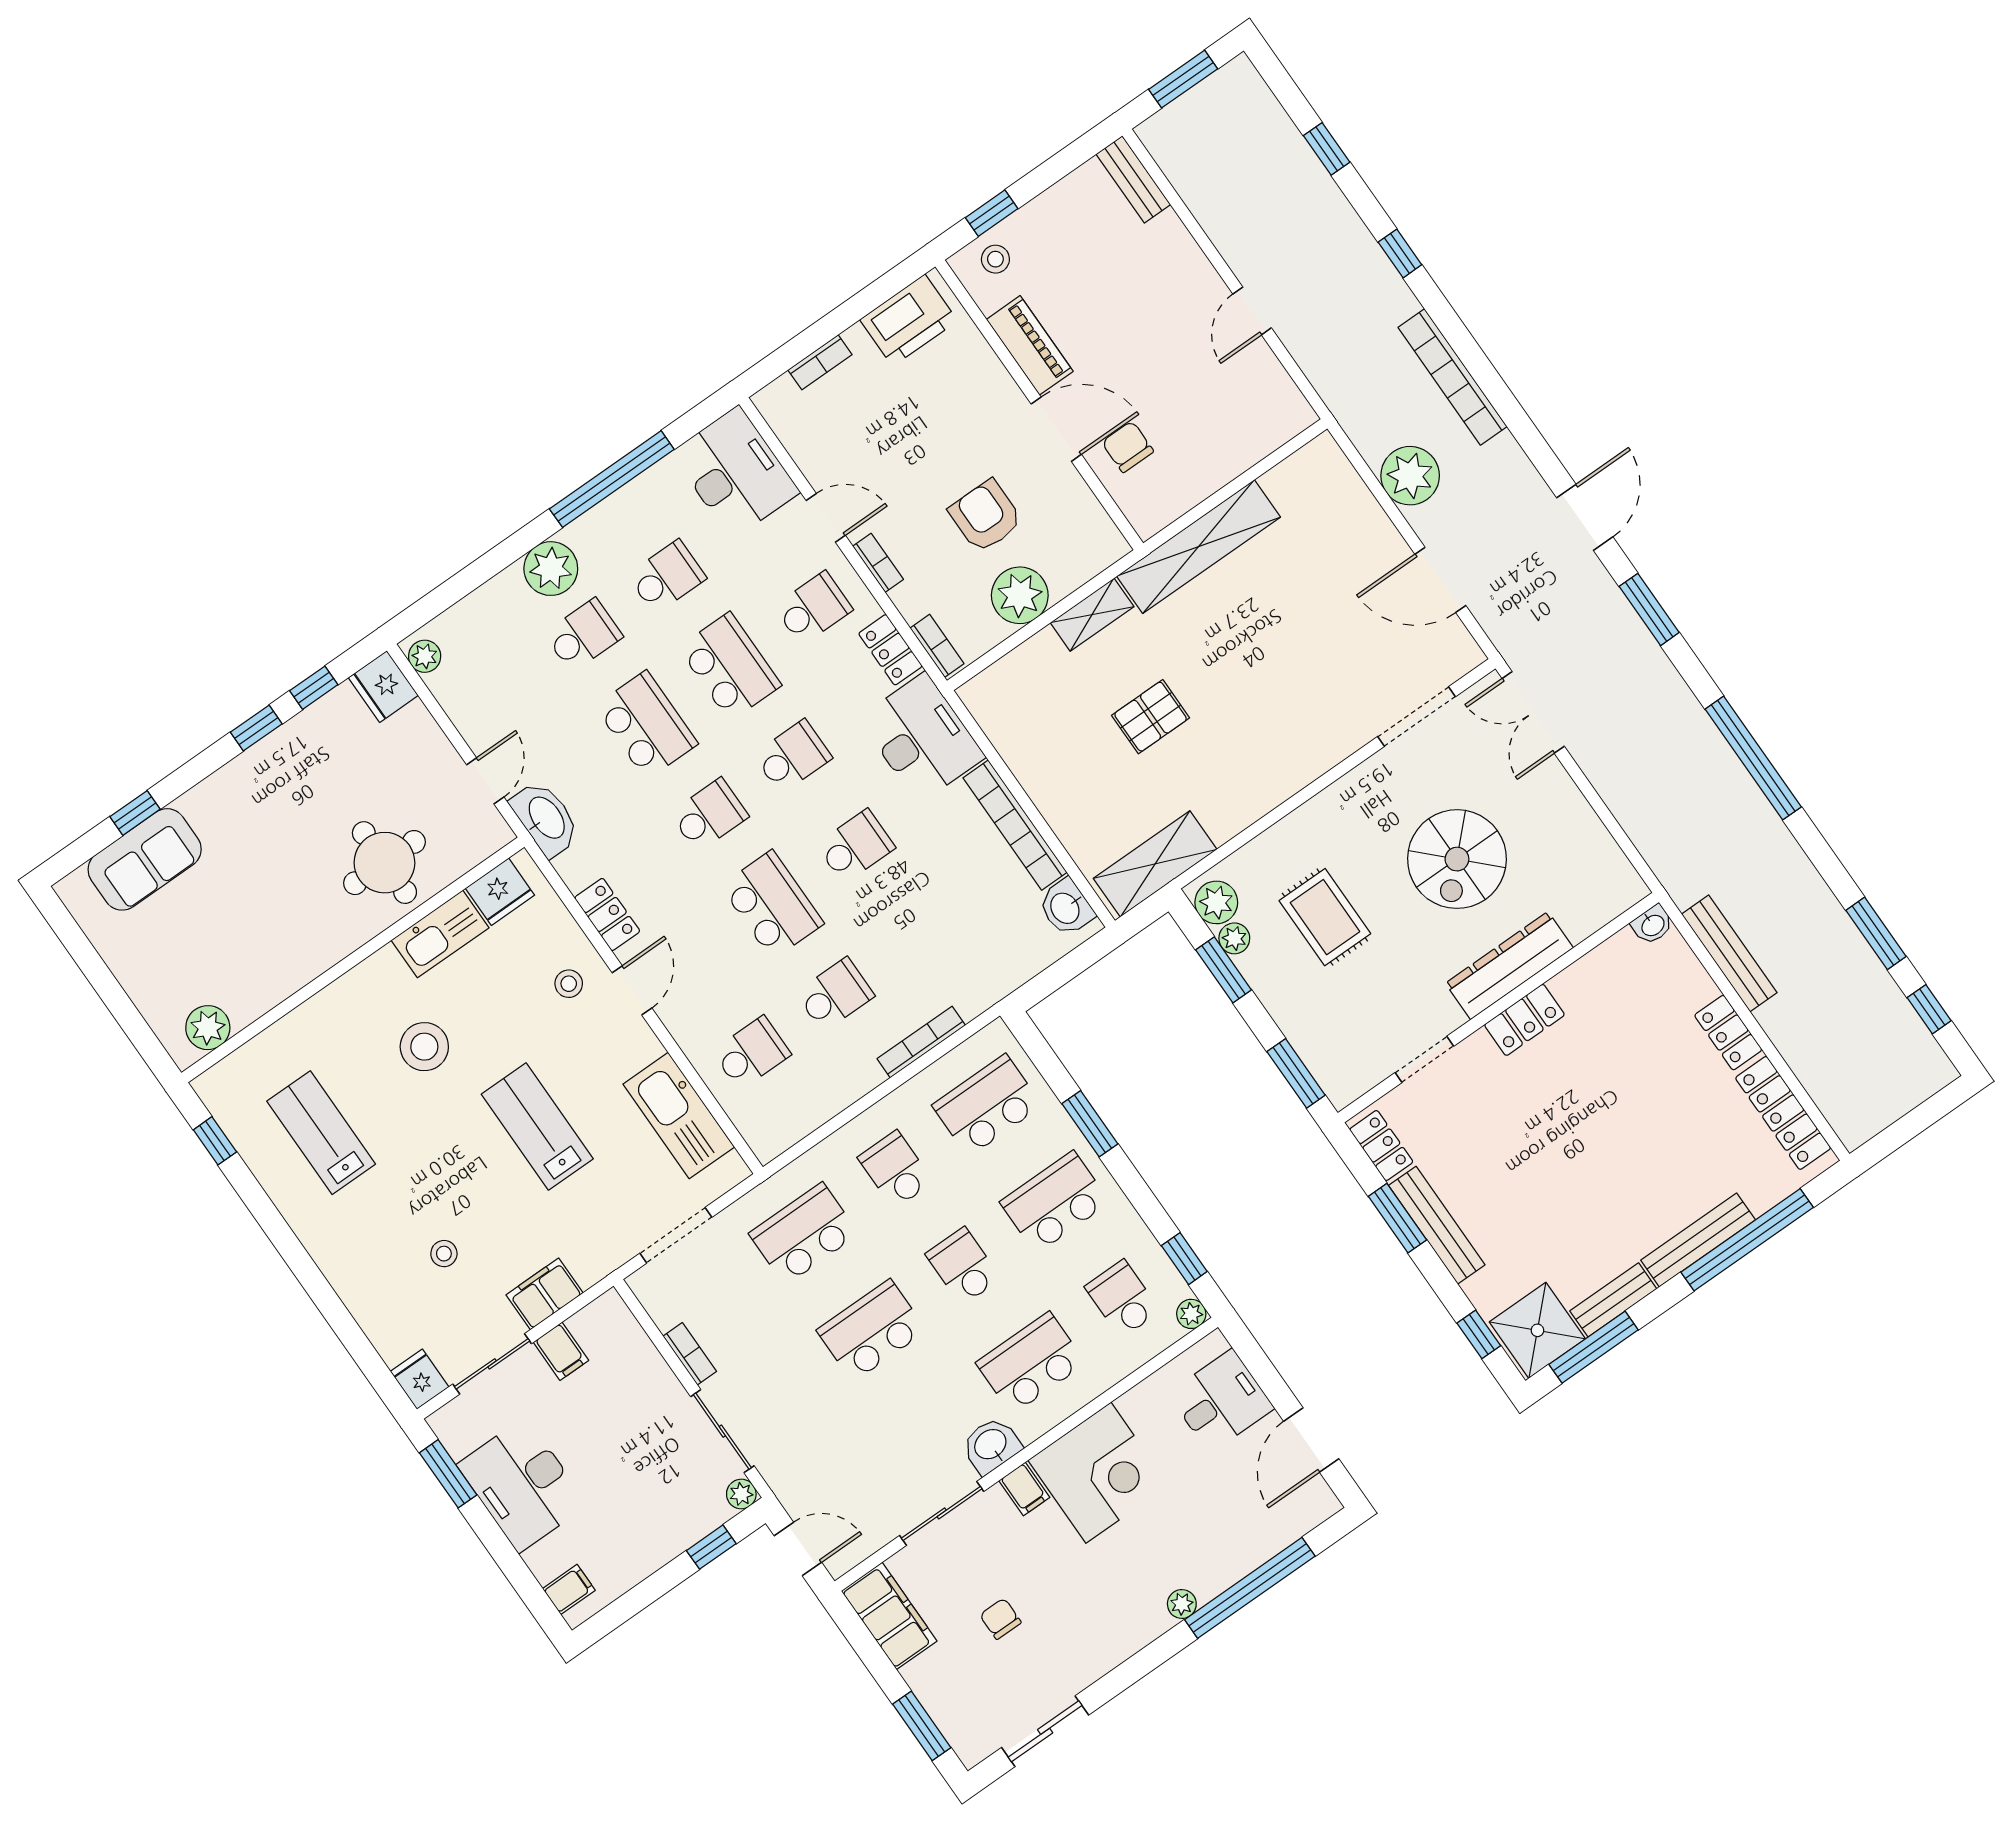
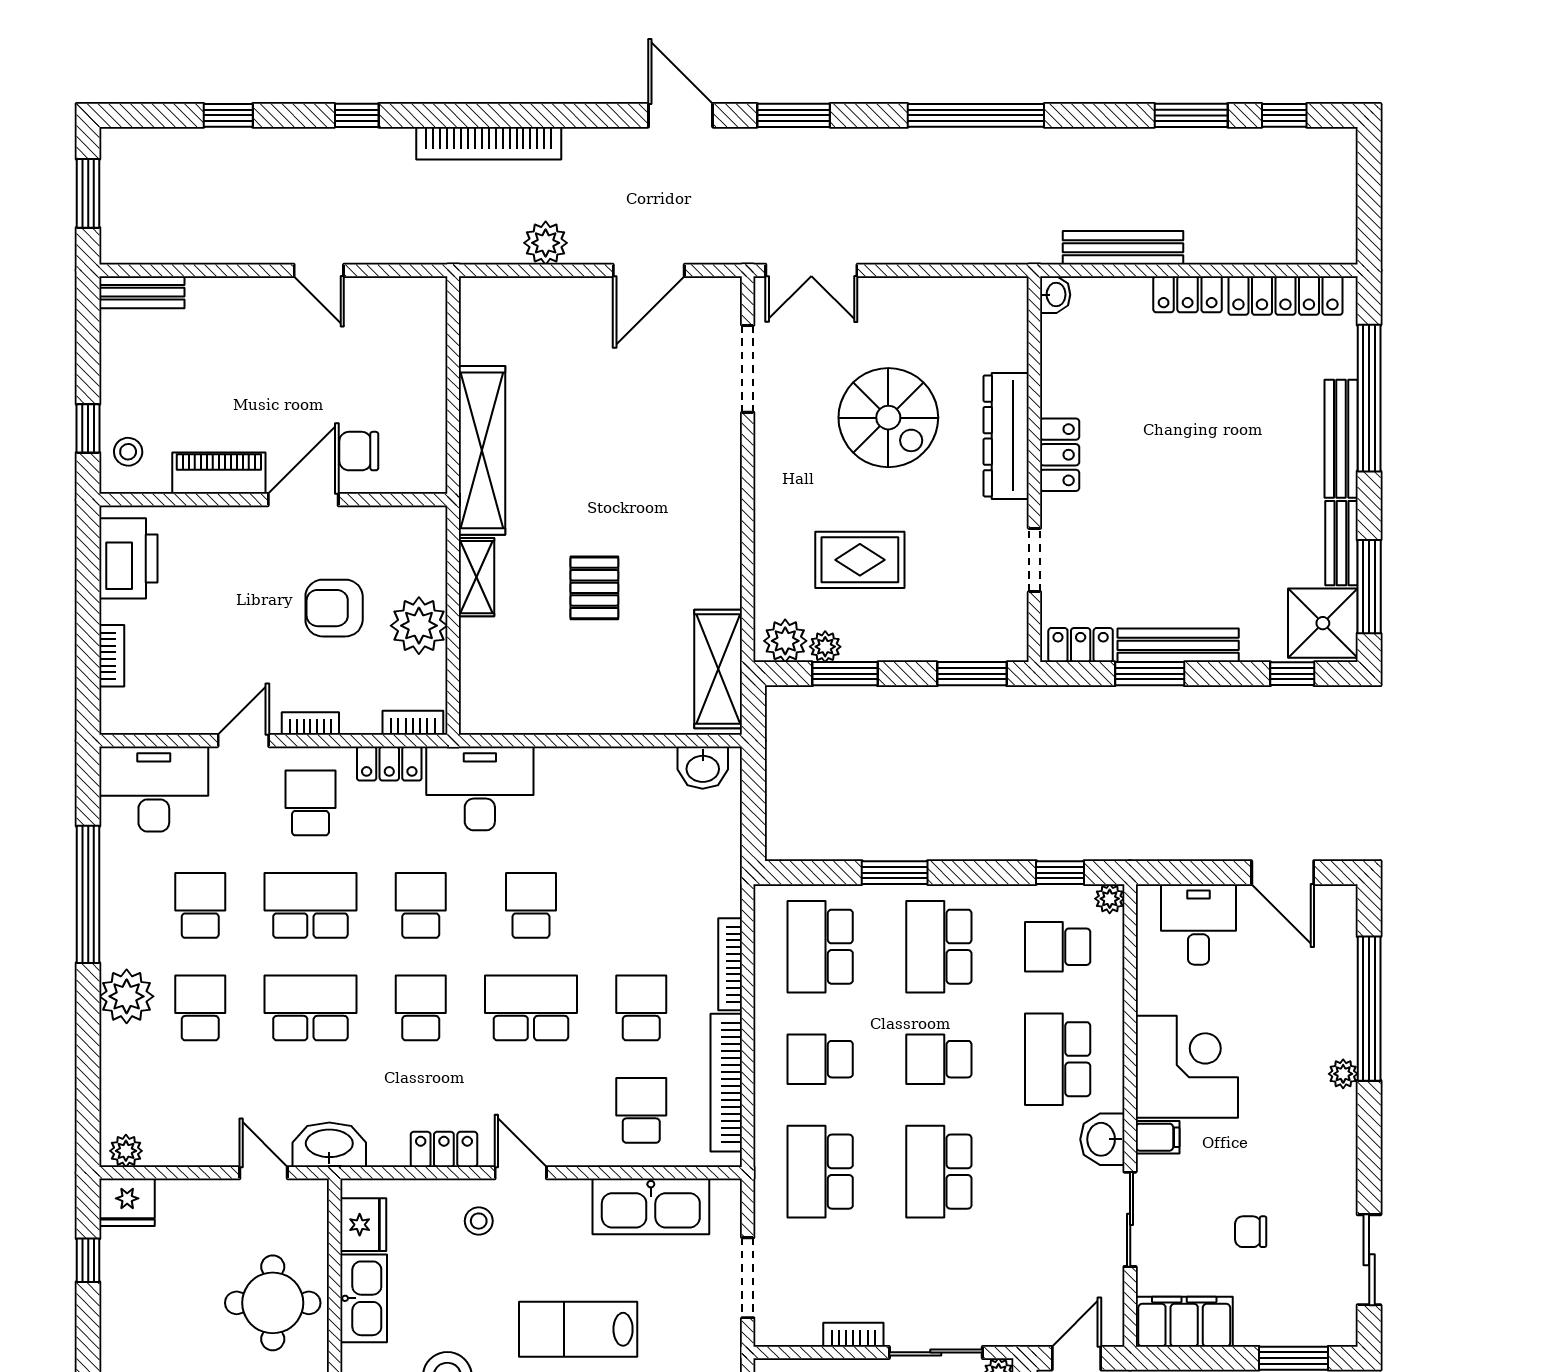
plant: (1410, 476) -> (546, 243), width x0.73, depth x0.73
window: (256, 728) -> (88, 1331), removed
bookcase: (1015, 825) -> (726, 1083), moved, turned 90

